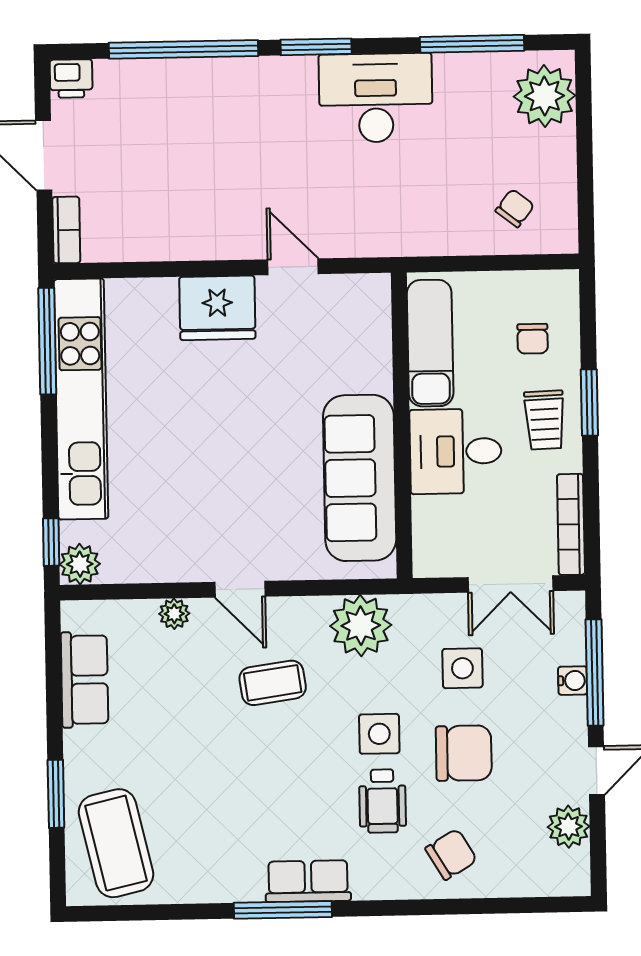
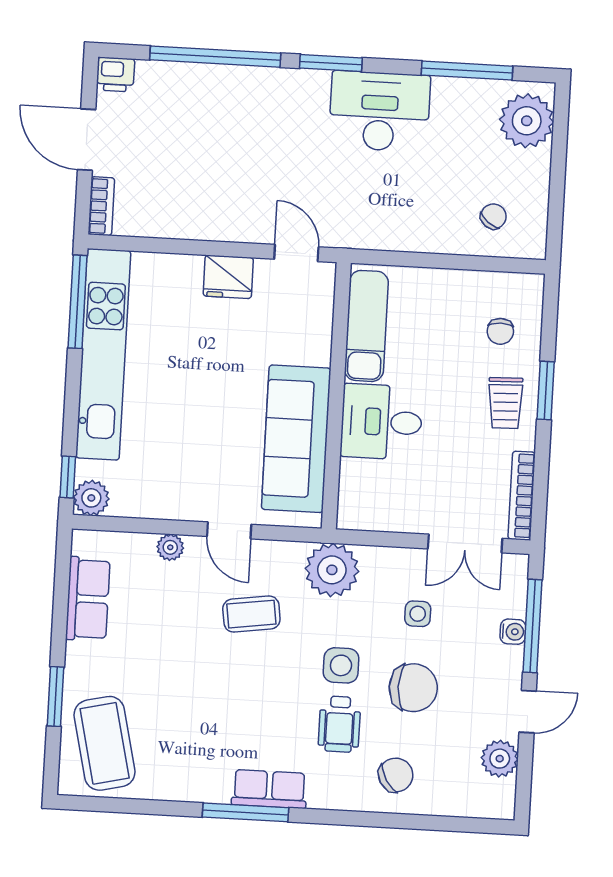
fridge: (217, 308) -> (228, 277), width x0.73, depth x0.75
exam couch: (430, 343) -> (366, 326), moved
wall: (402, 425) -> (336, 396), moved
desk: (456, 451) -> (381, 422), moved
sofa: (360, 478) -> (296, 439), moved
side table: (462, 668) -> (418, 614), width x0.73, depth x0.73

